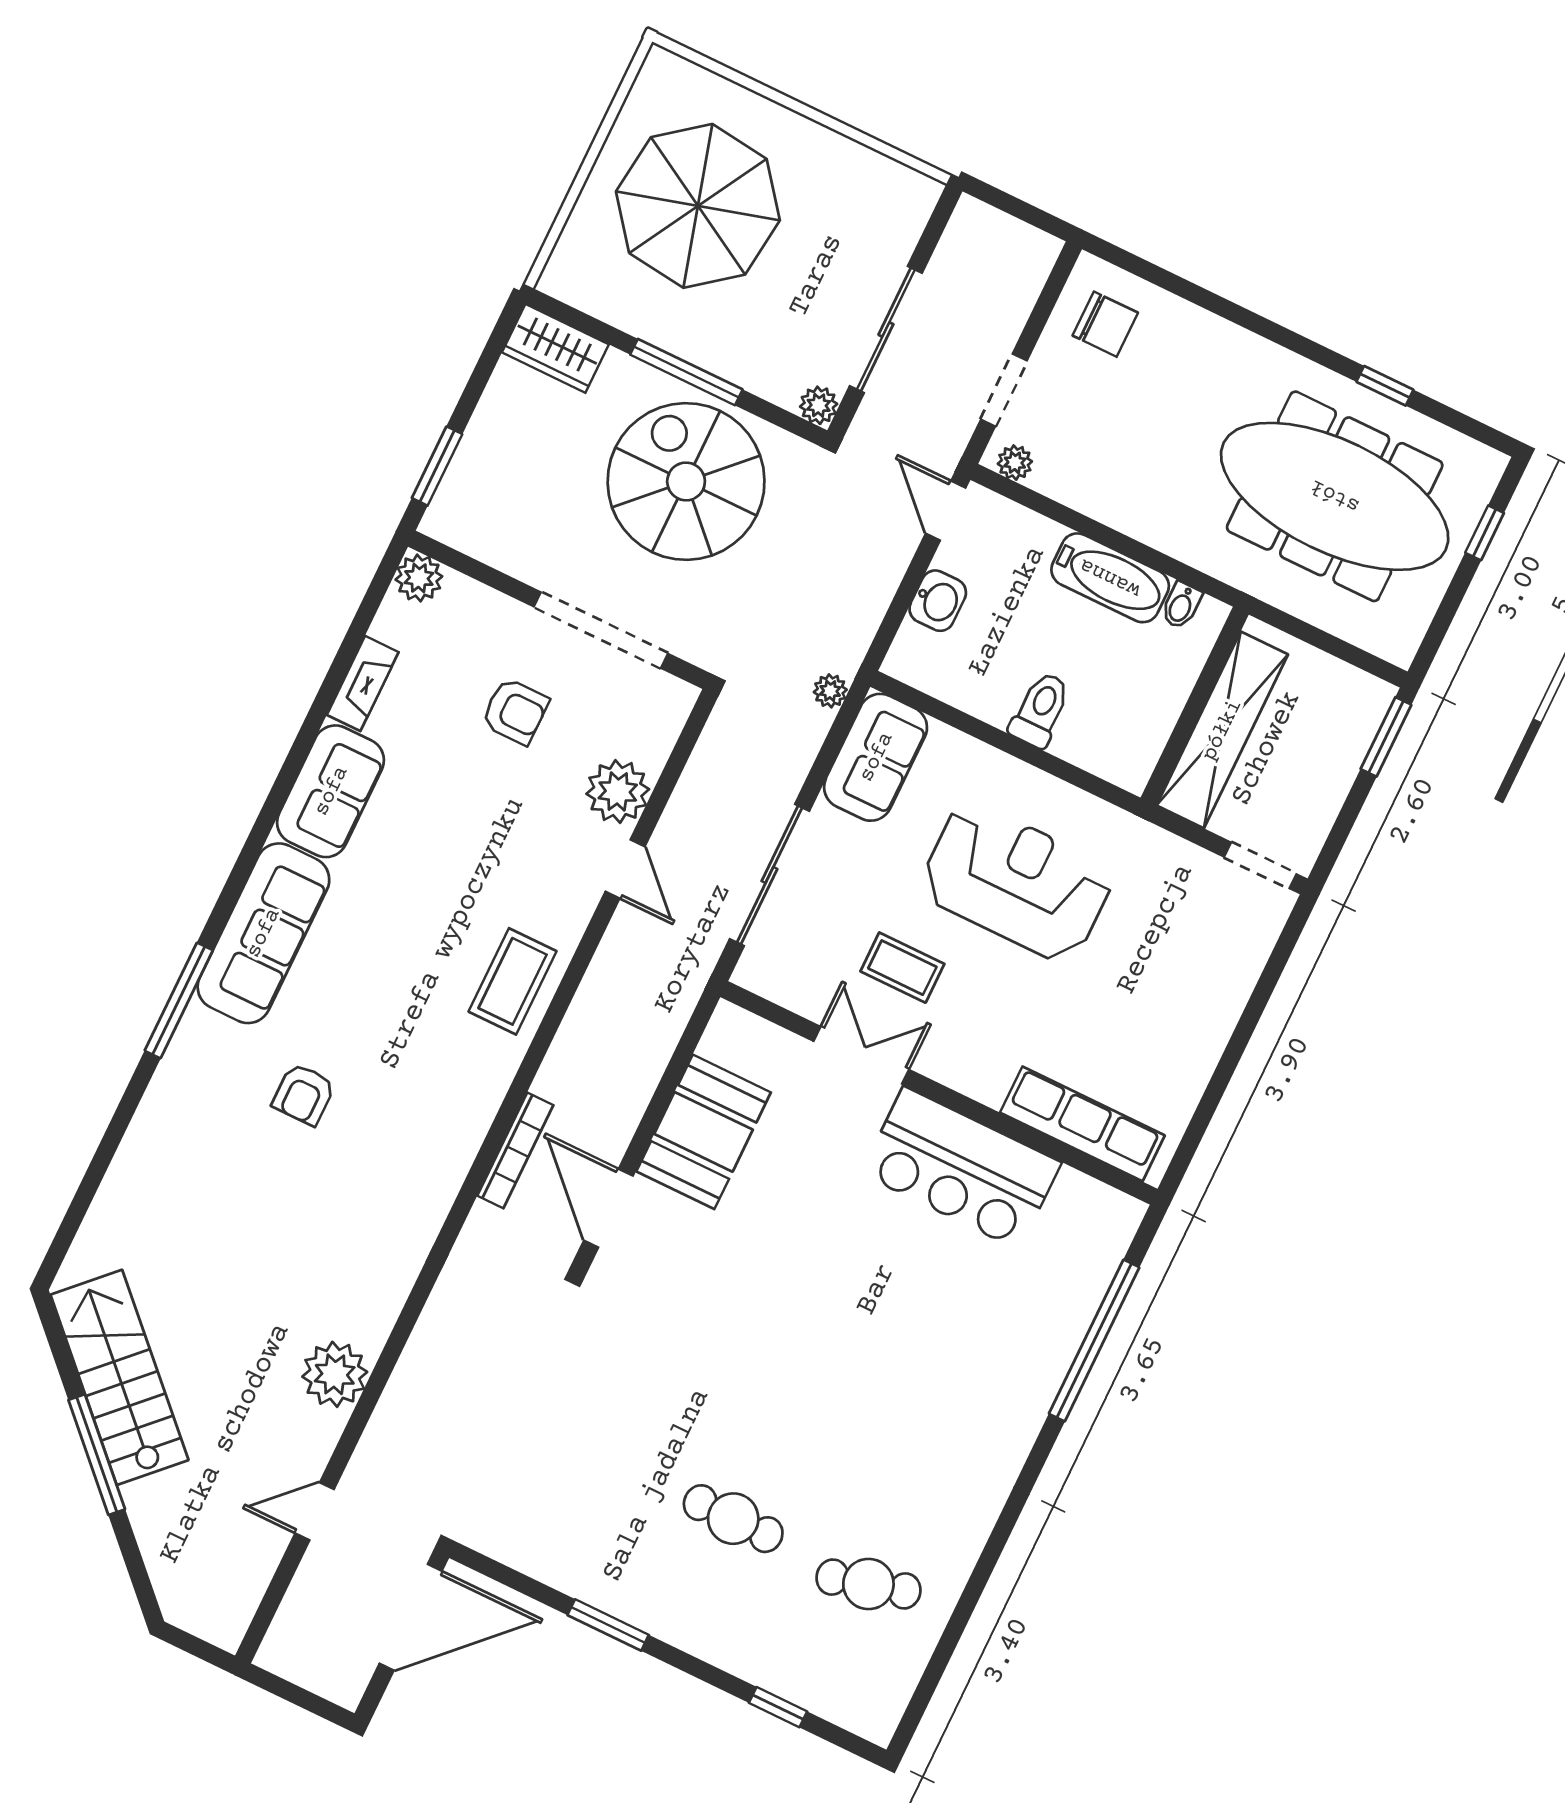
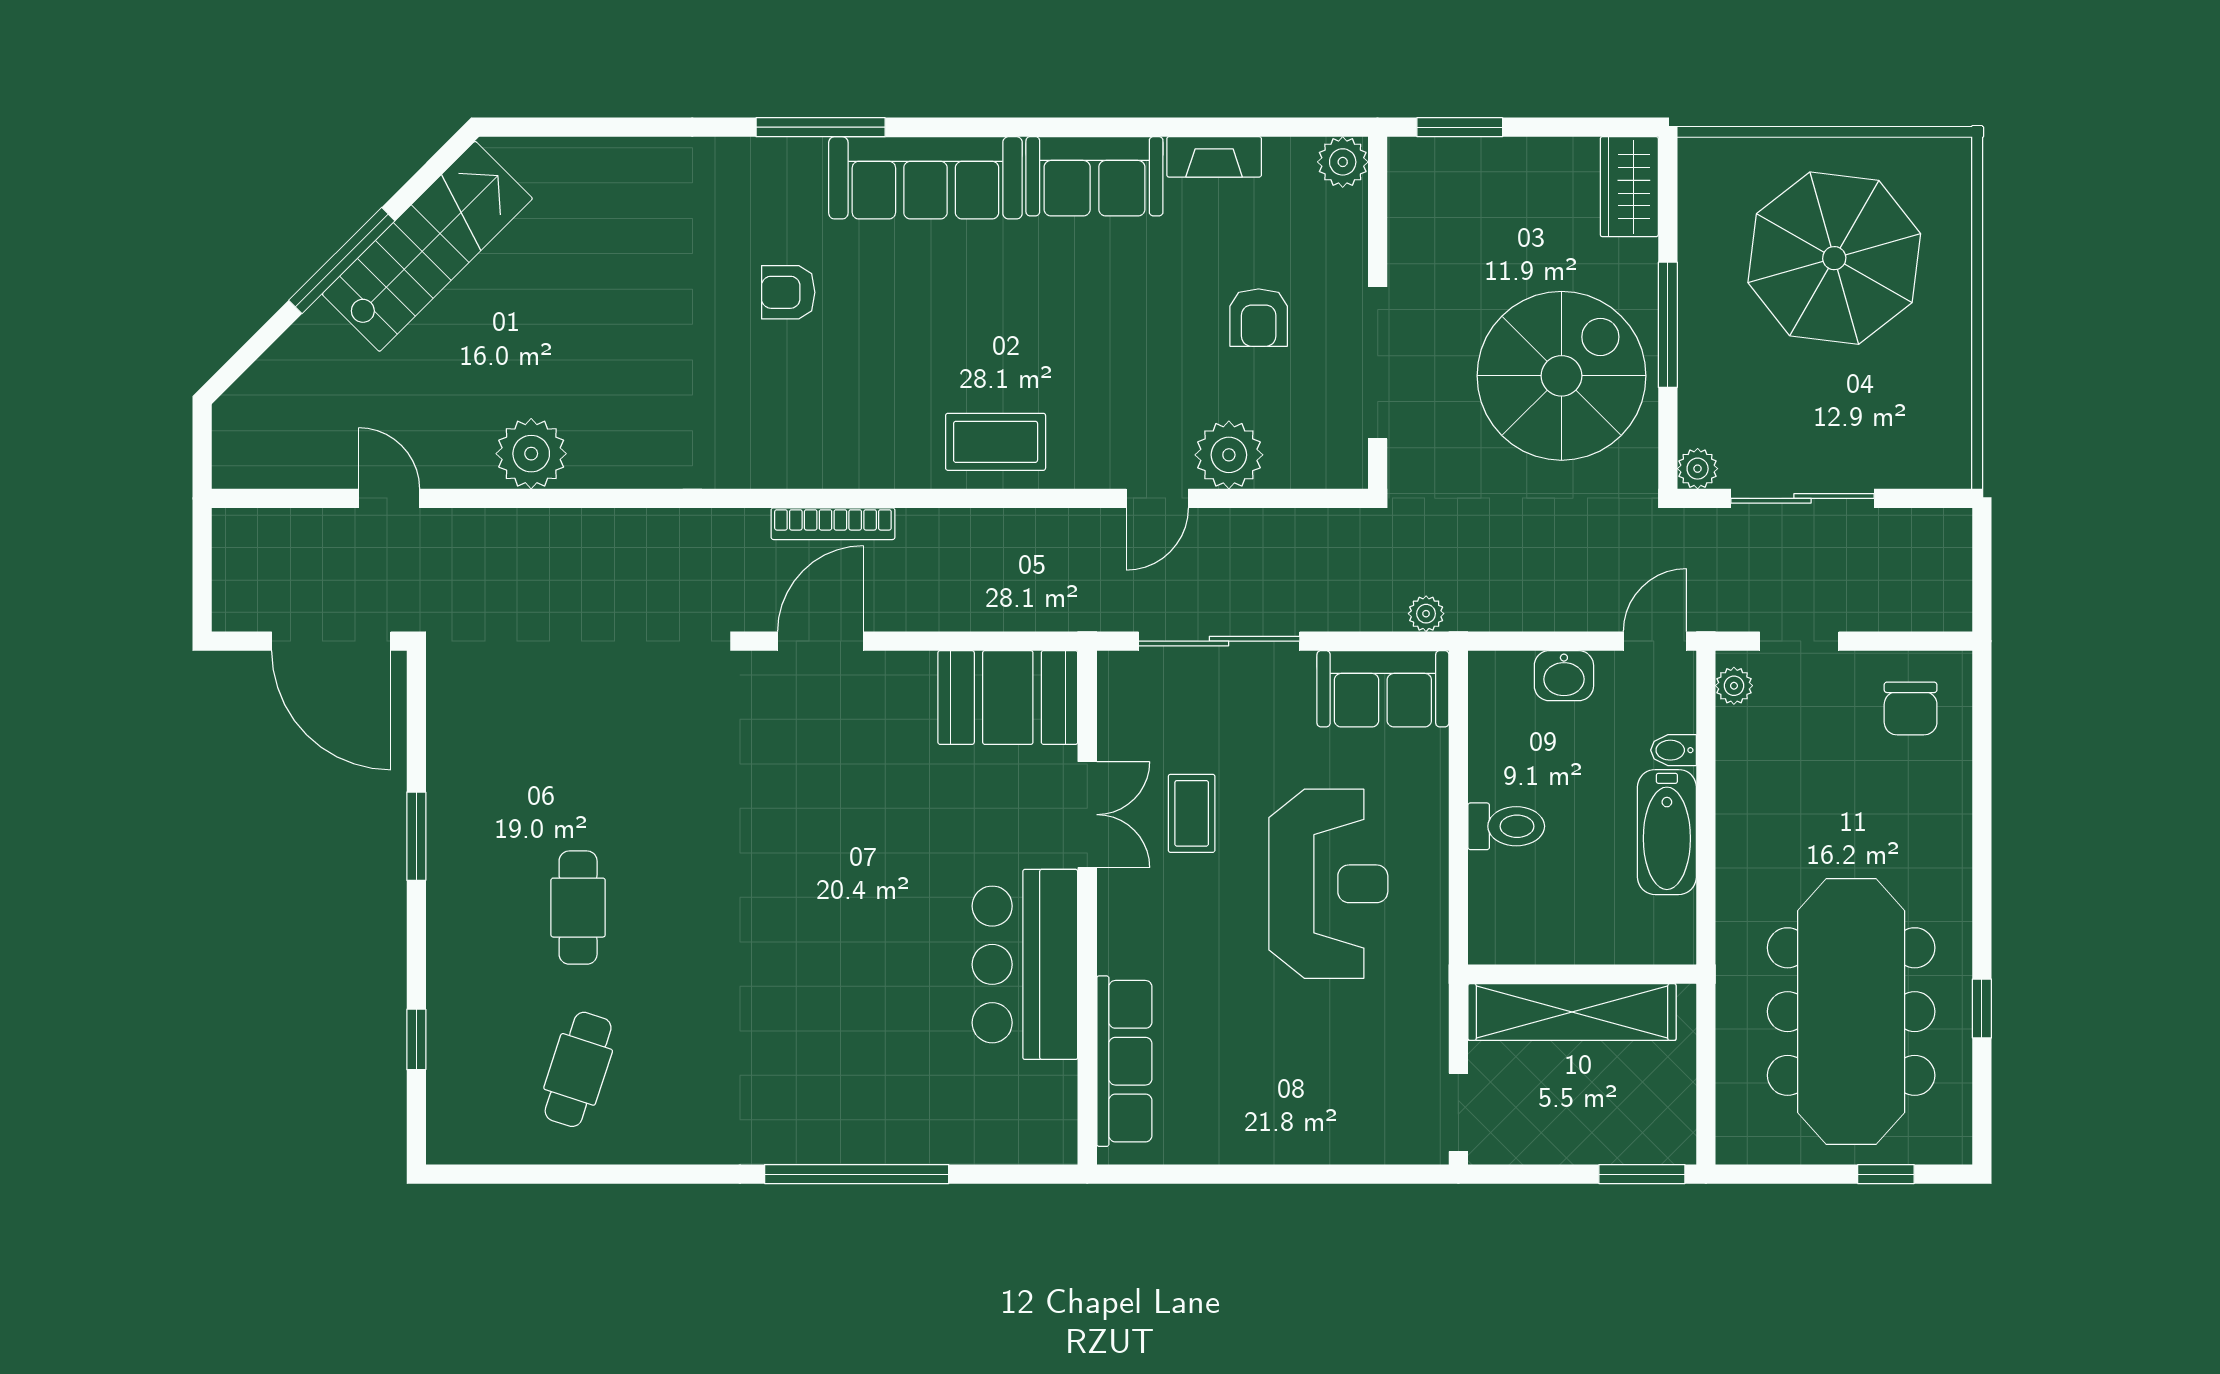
bidet: (1181, 605) -> (1673, 750), moved
booth: (704, 1132) -> (1008, 698), moved
window: (1094, 1341) -> (857, 1174), moved
cafe table: (868, 1584) -> (578, 1069), turned 33

